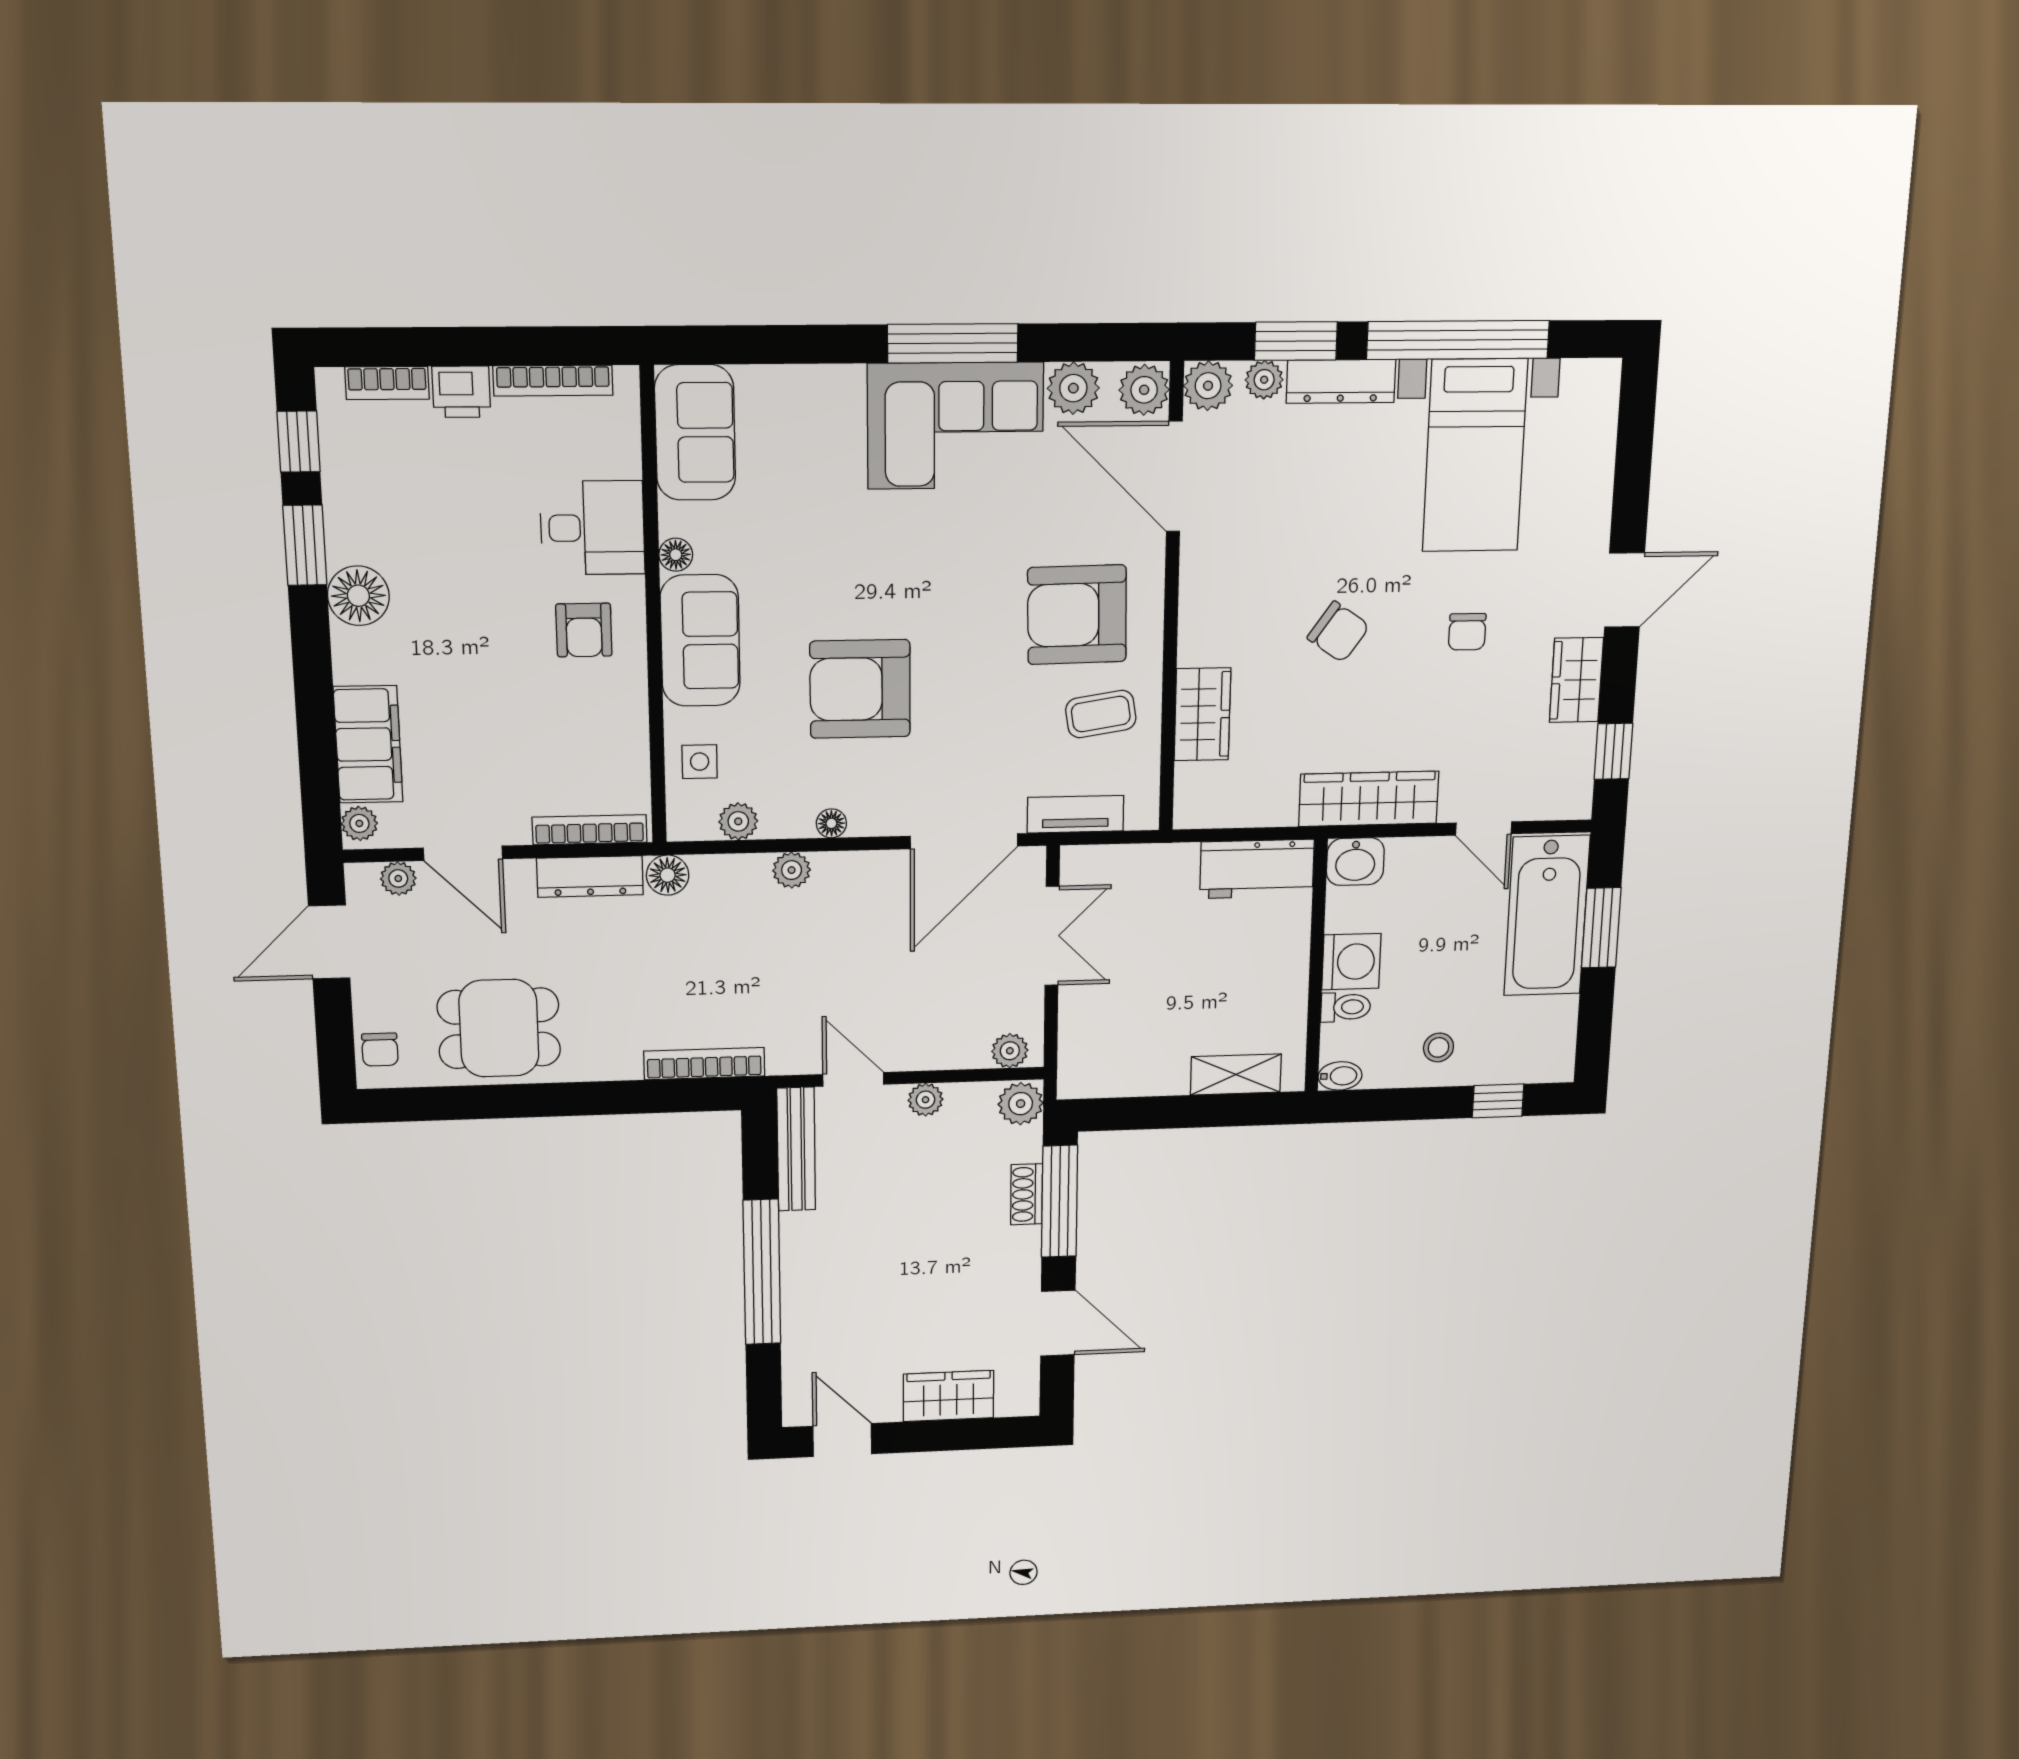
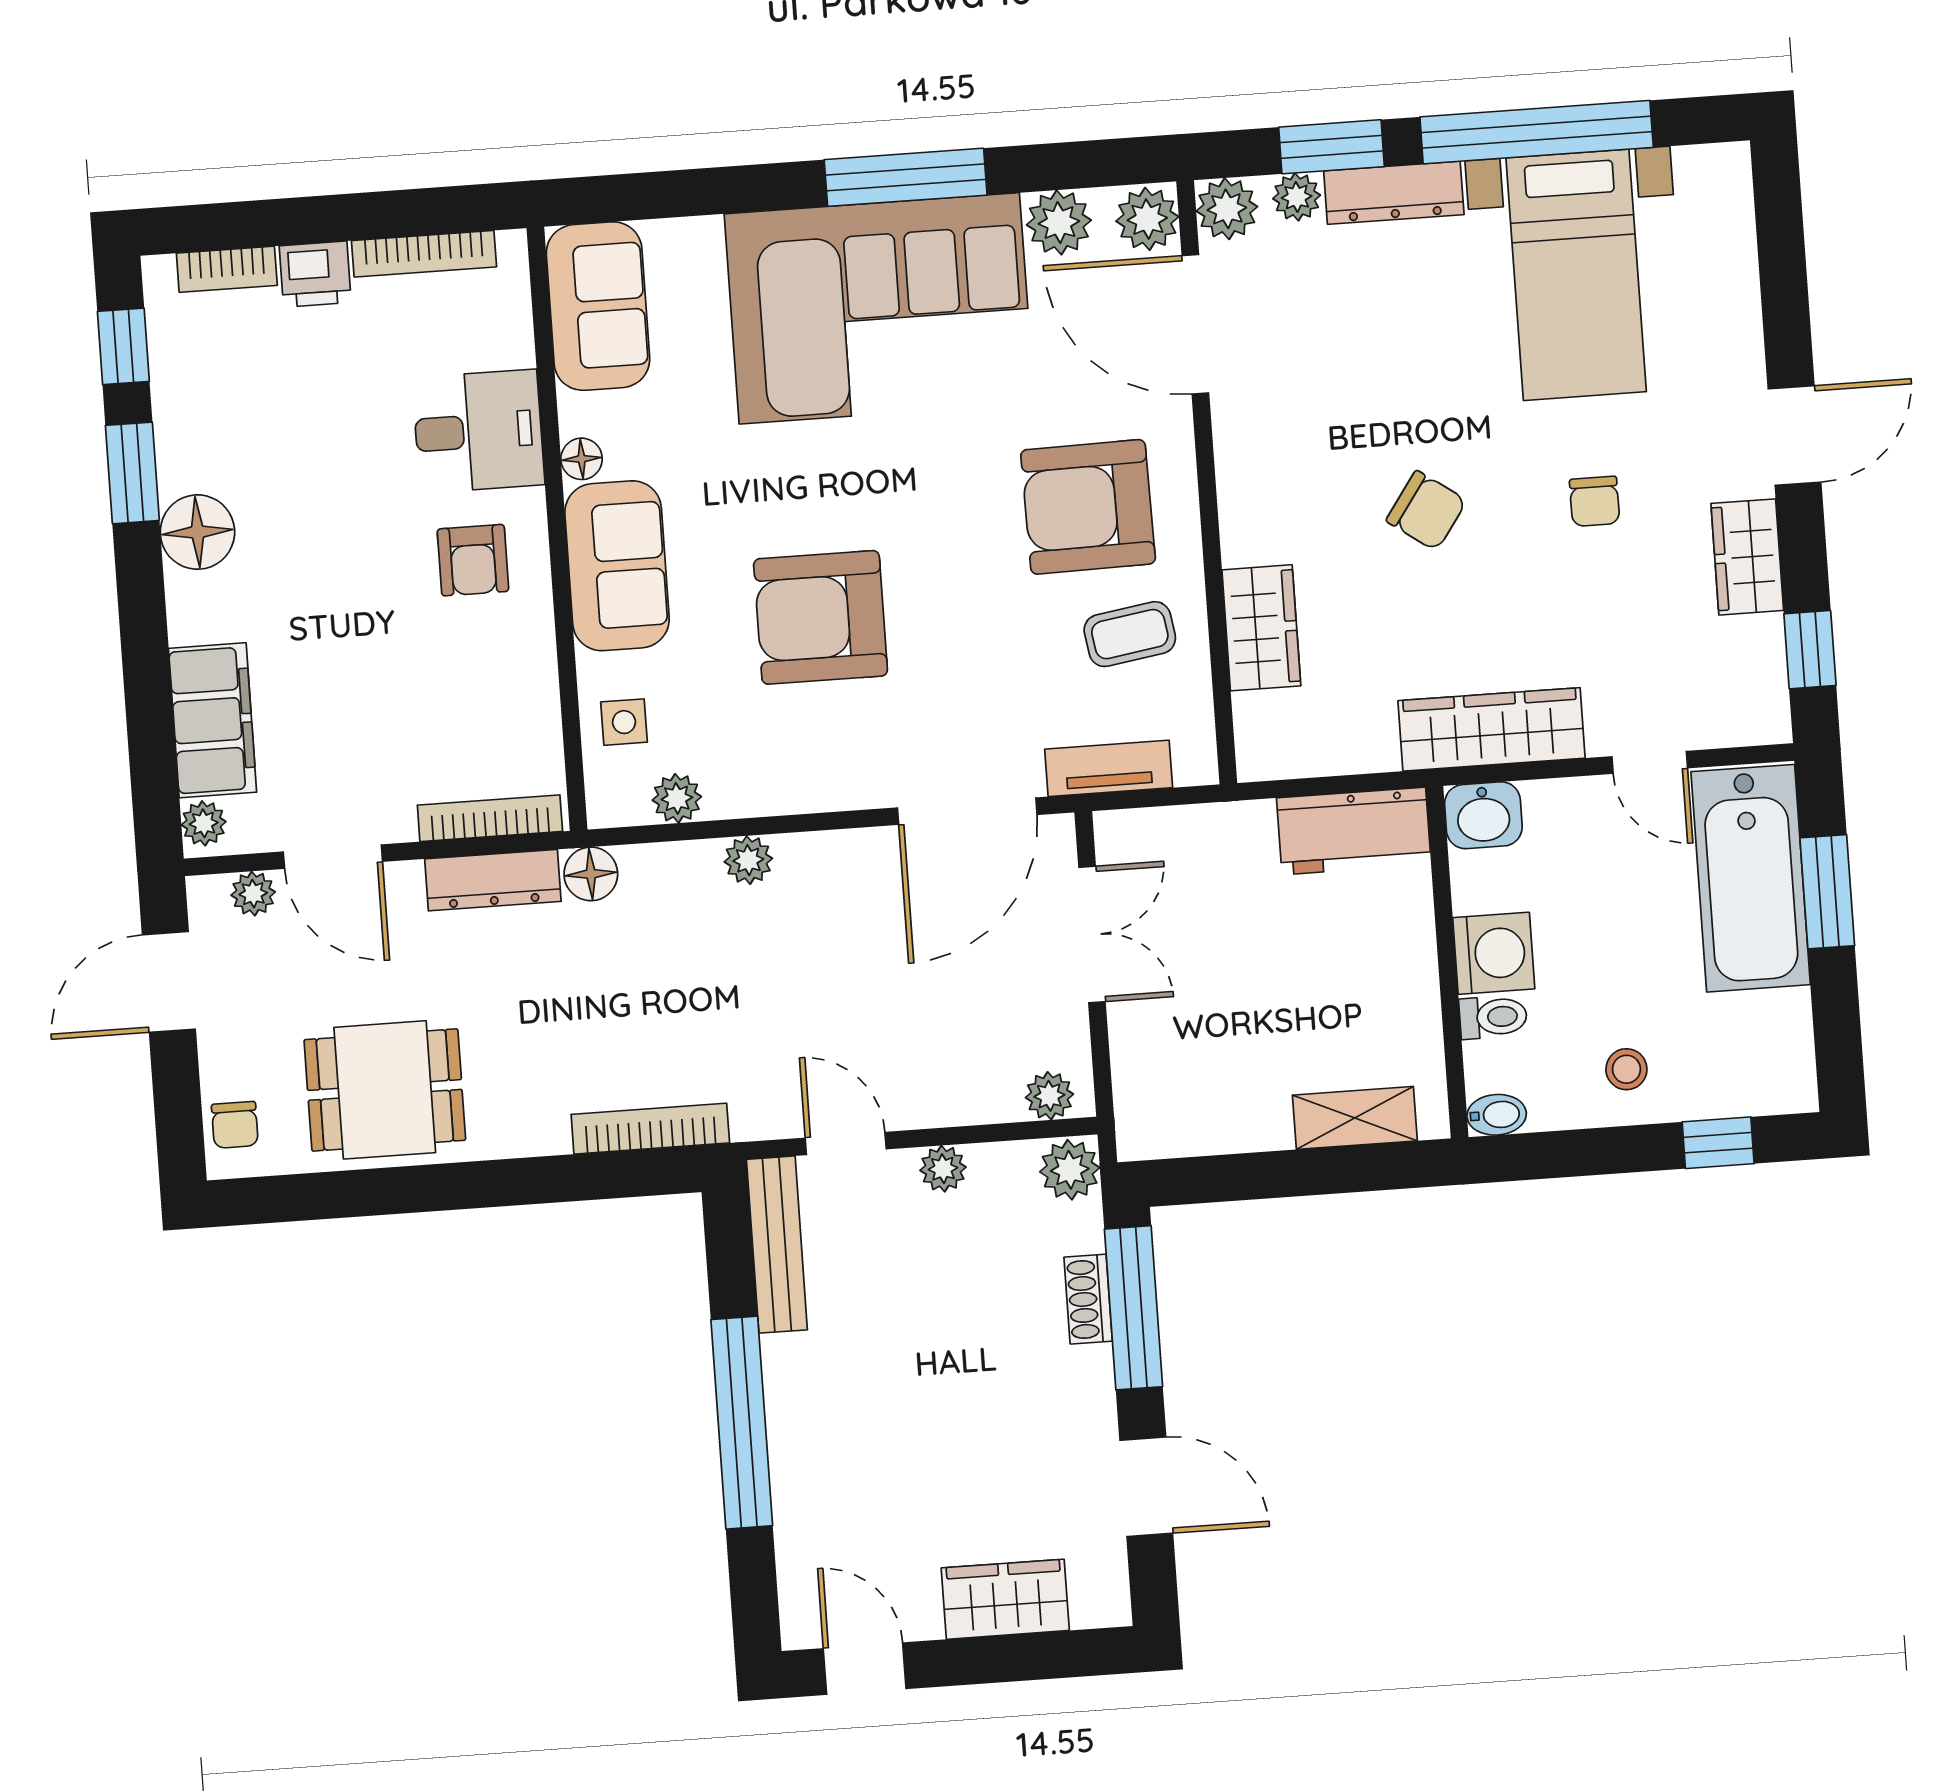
corner sofa: (956, 426) -> (879, 308), width x1.36, depth x1.36
floor lamp: (831, 823) -> (795, 795), removed

